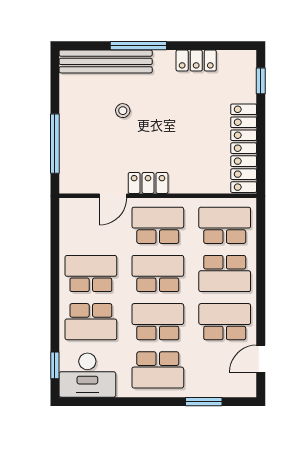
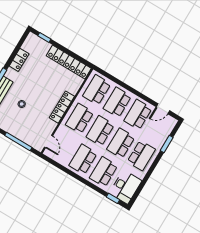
locker: (148, 183) -> (62, 107), width x1.53
door: (113, 196) -> (49, 141), moved
school desk: (225, 274) -> (117, 102), turned 180
school desk: (91, 322) -> (104, 172), turned 180
door: (261, 359) -> (163, 109), hinge flipped

